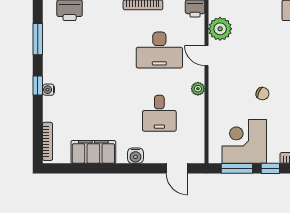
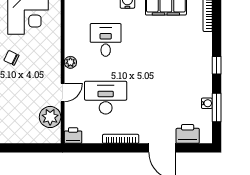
door: (207, 56) -> (63, 93), hinge flipped
water cooler: (48, 90) -> (207, 103), moved

